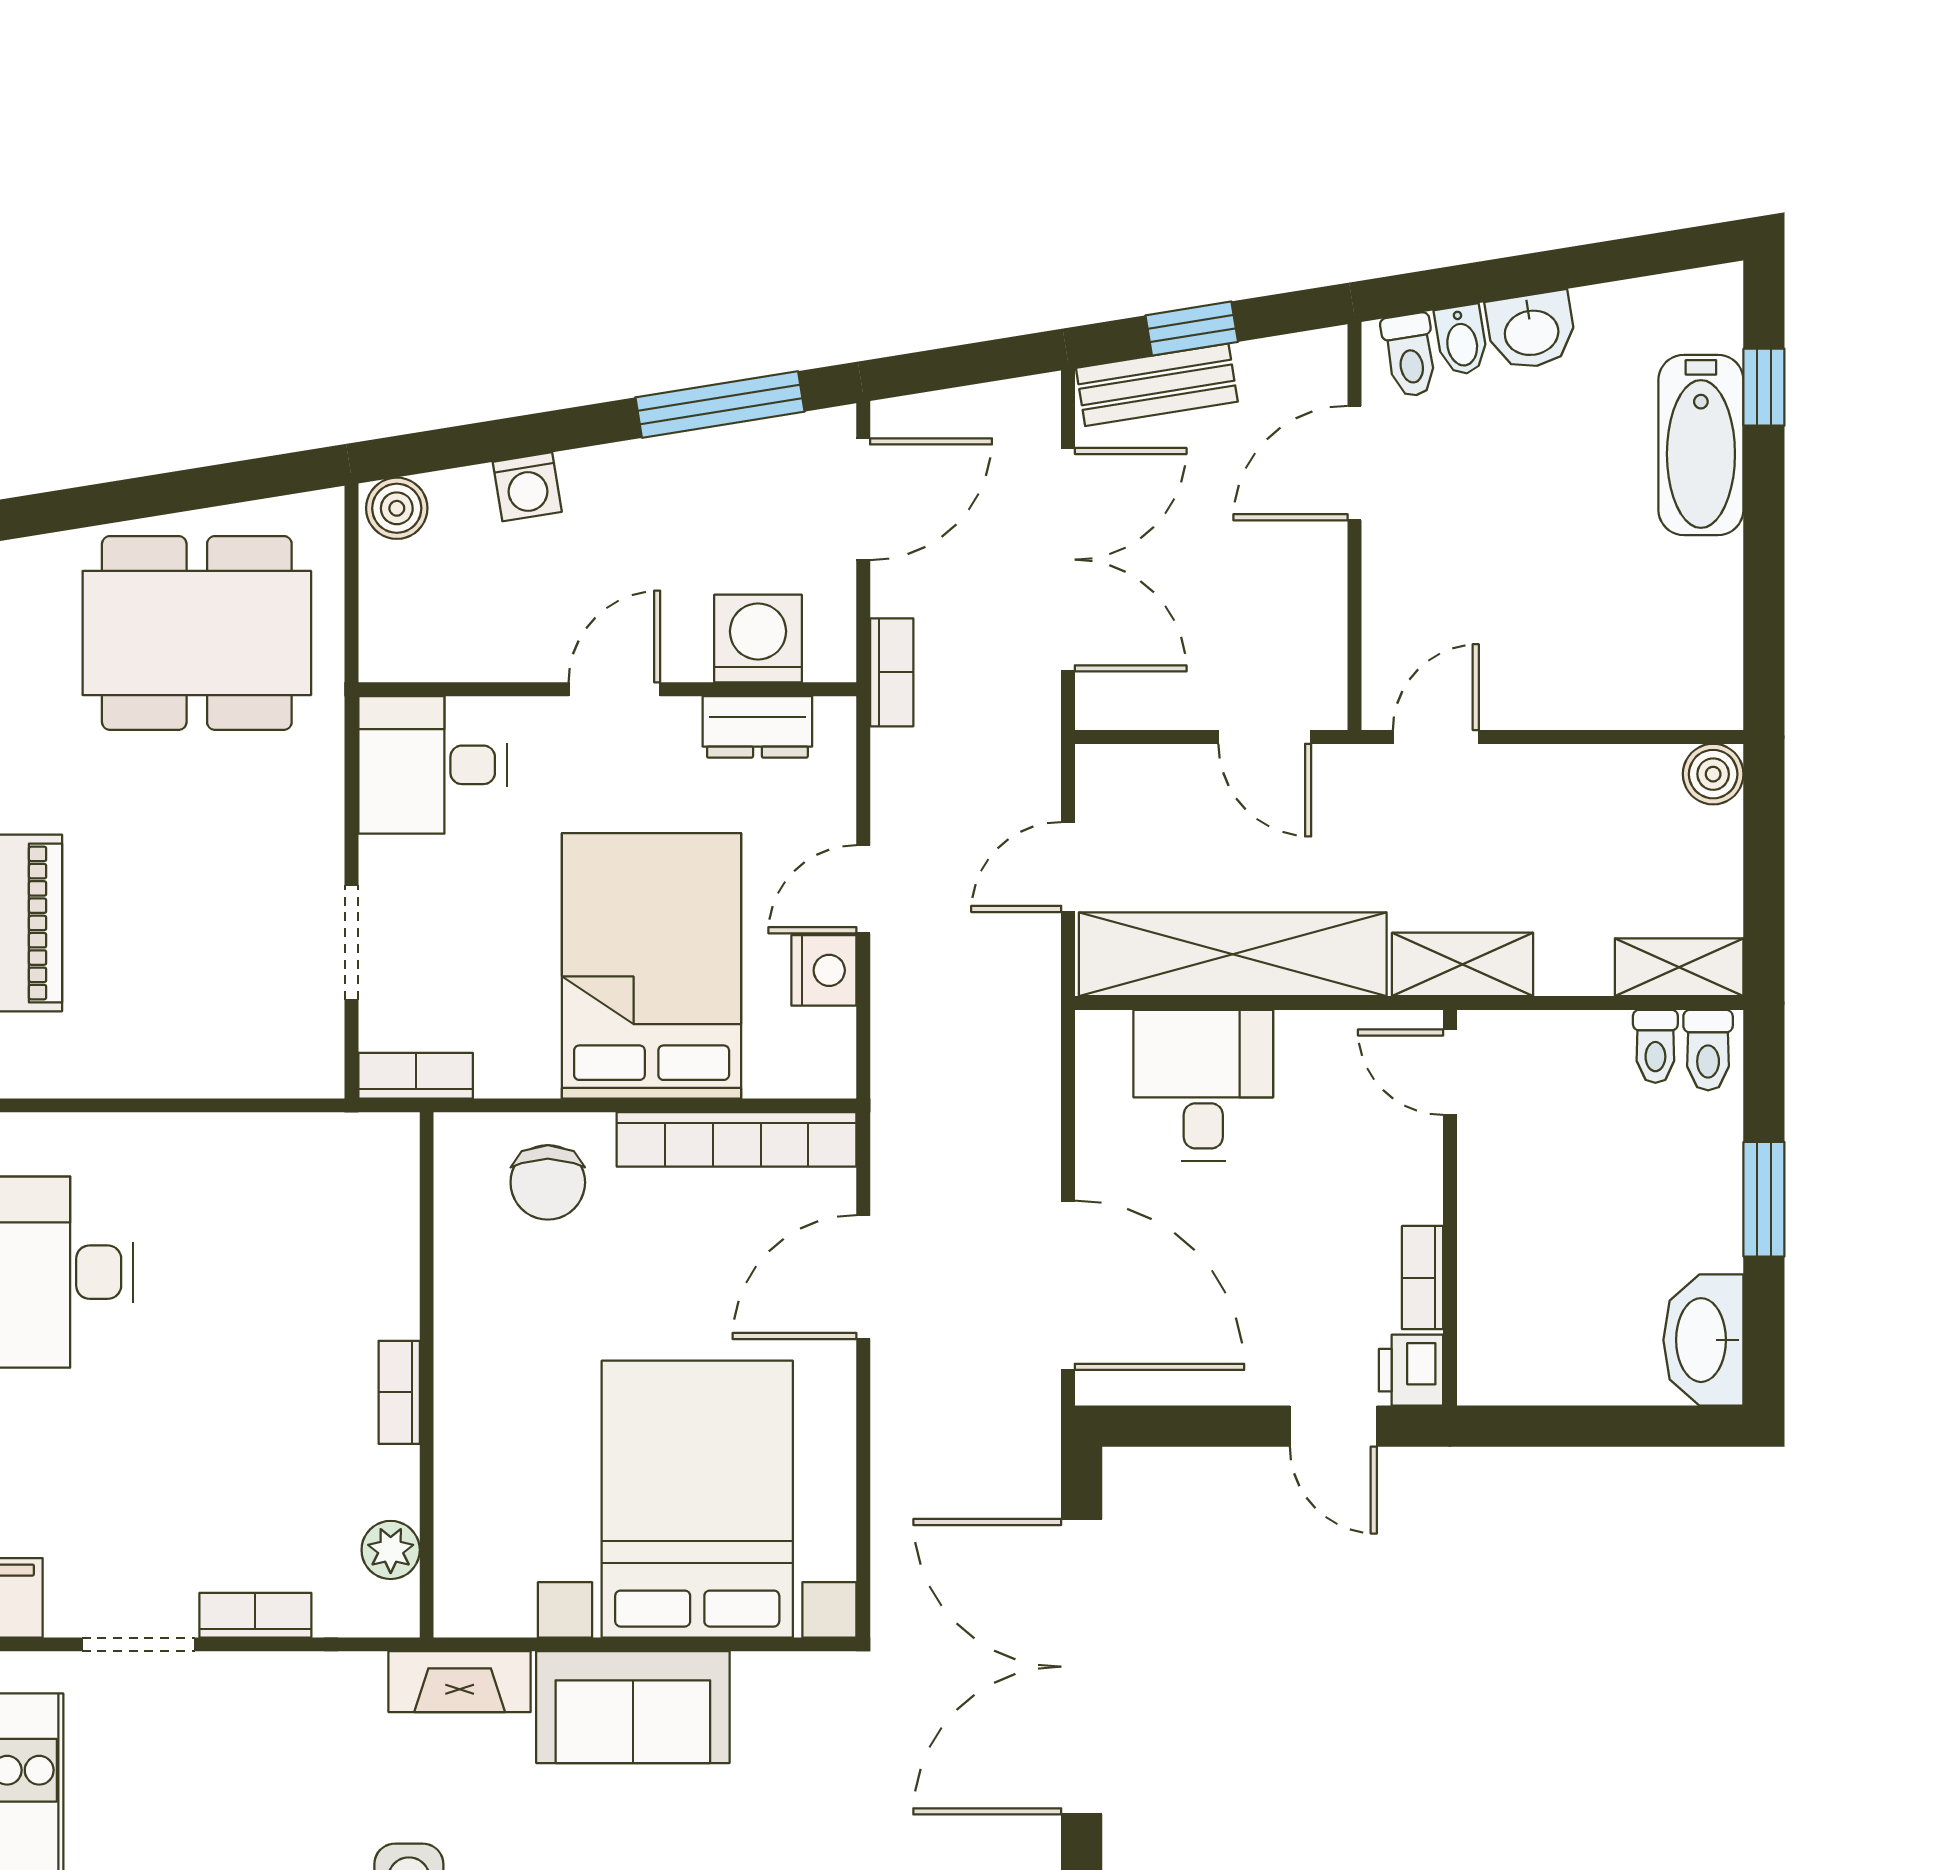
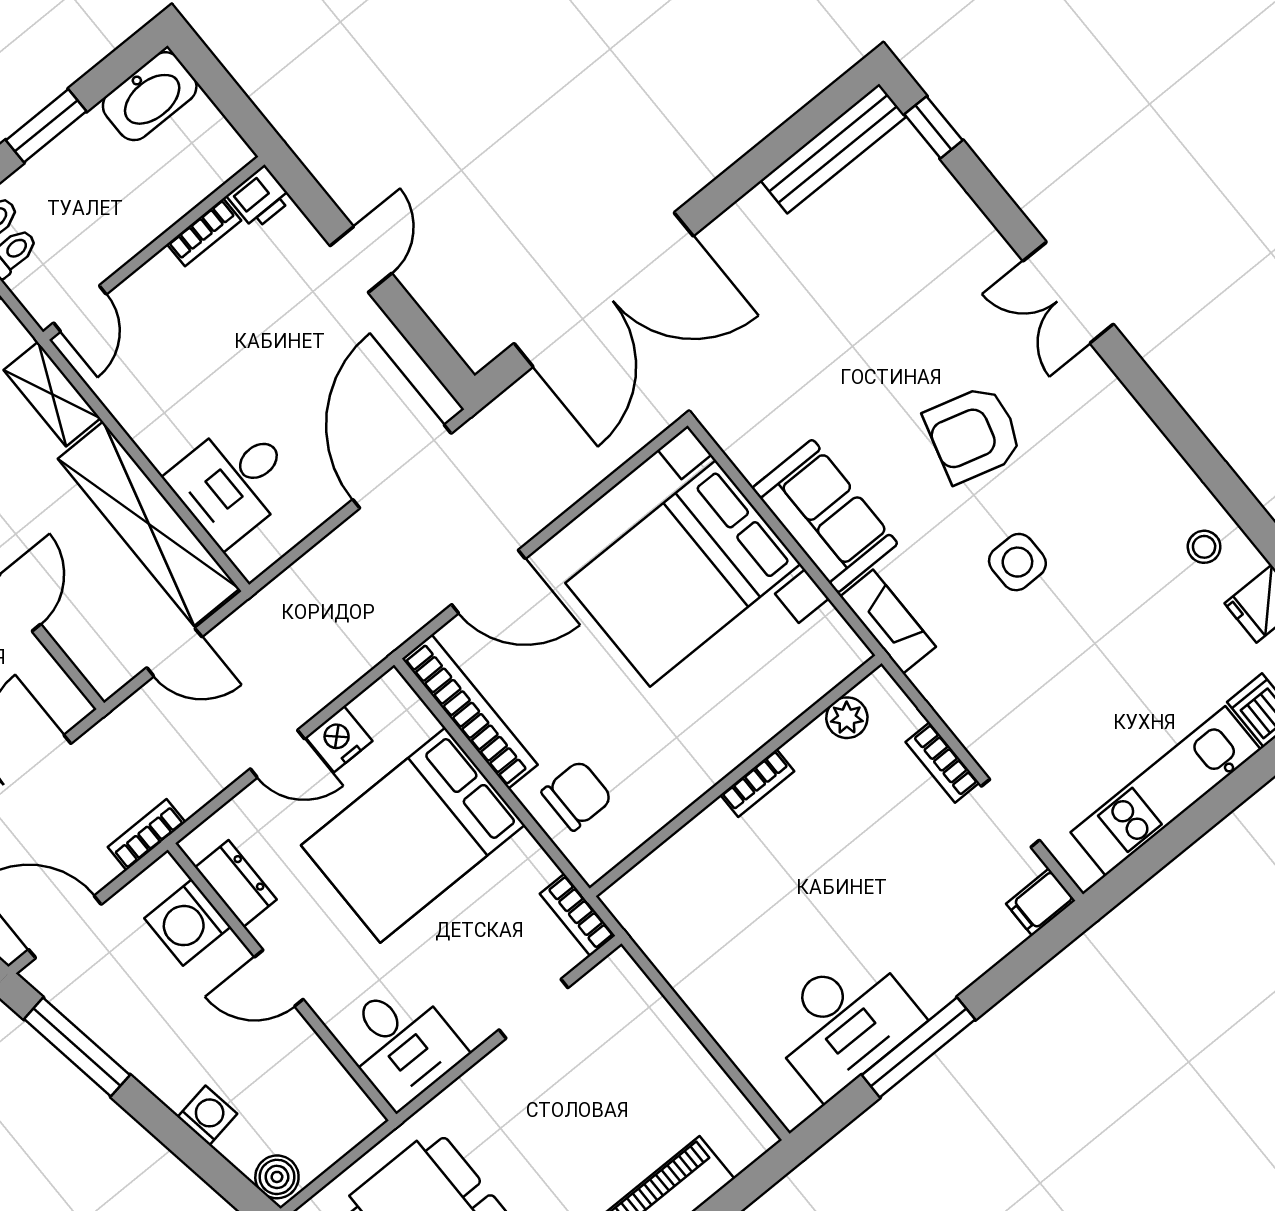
door: (1450, 1072) -> (80, 309), moved
wall: (1450, 1208) -> (154, 248), moved
bookcase: (1423, 1278) -> (204, 232), moved
printer: (1411, 1370) -> (260, 197), moved

